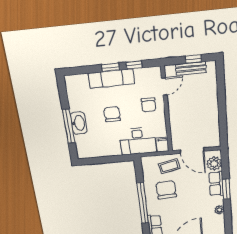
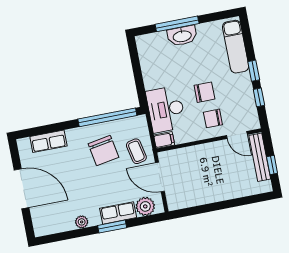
bench: (191, 68) -> (260, 157), width x1.36
exam couch: (111, 78) -> (236, 47), moved
chair: (112, 114) -> (204, 92), moved
door: (192, 151) -> (160, 177), hinge flipped
chair: (166, 190) -> (103, 151), turned 83
window: (143, 203) -> (107, 117), moved

